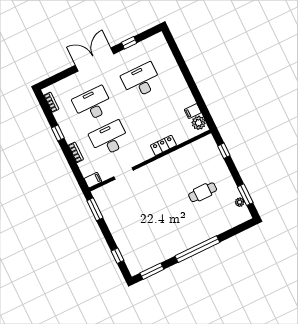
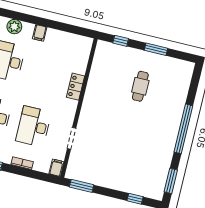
filing cabinet: (193, 111) -> (40, 33), moved
plant: (199, 123) -> (14, 27), moved
window: (245, 195) -> (156, 49), moved
plant: (240, 202) -> (173, 63), removed

